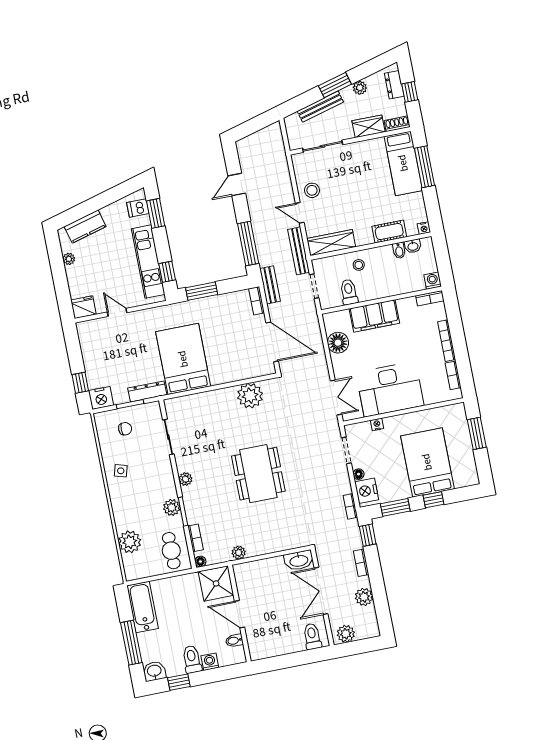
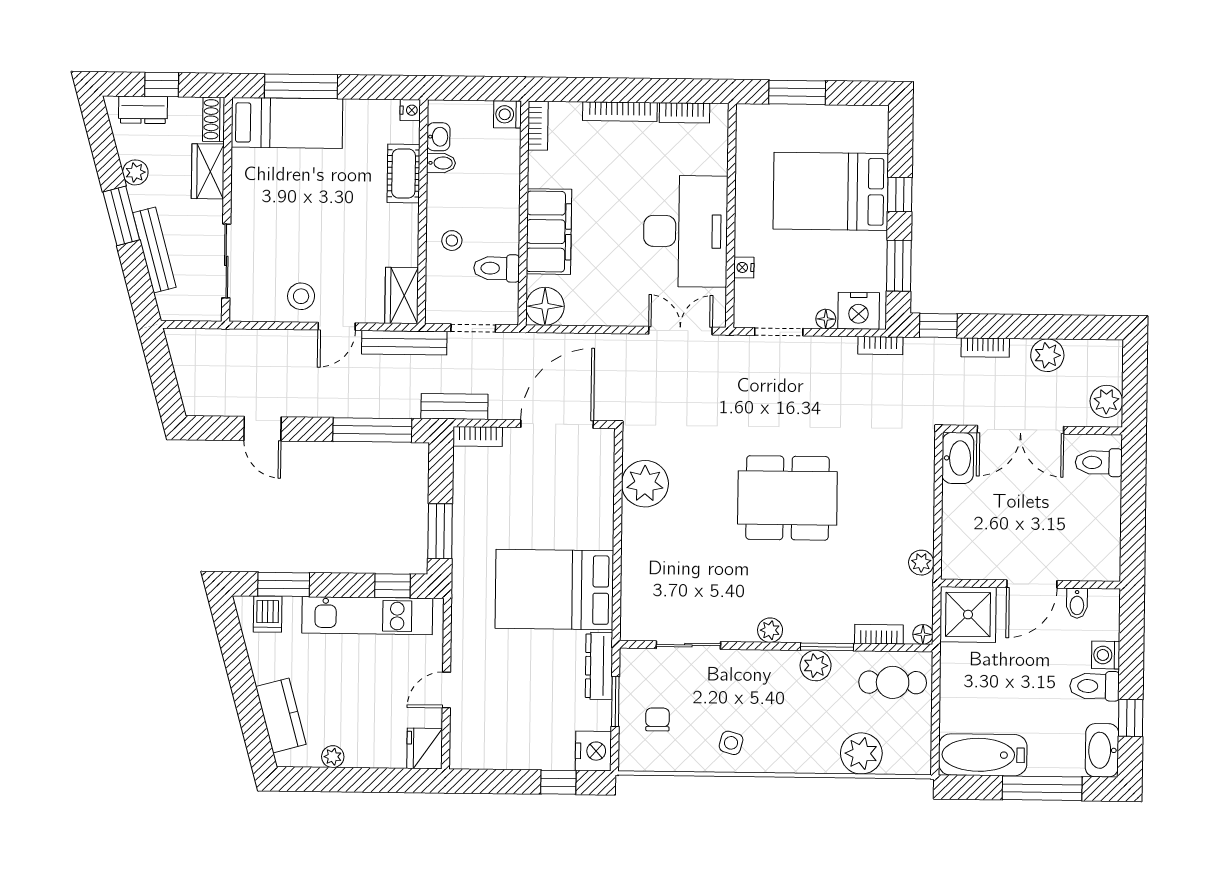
wardrobe: (331, 243) -> (402, 295), width x0.67
floor lamp: (338, 343) -> (545, 306), moved
washbasin: (154, 671) -> (1102, 750), width x1.38

